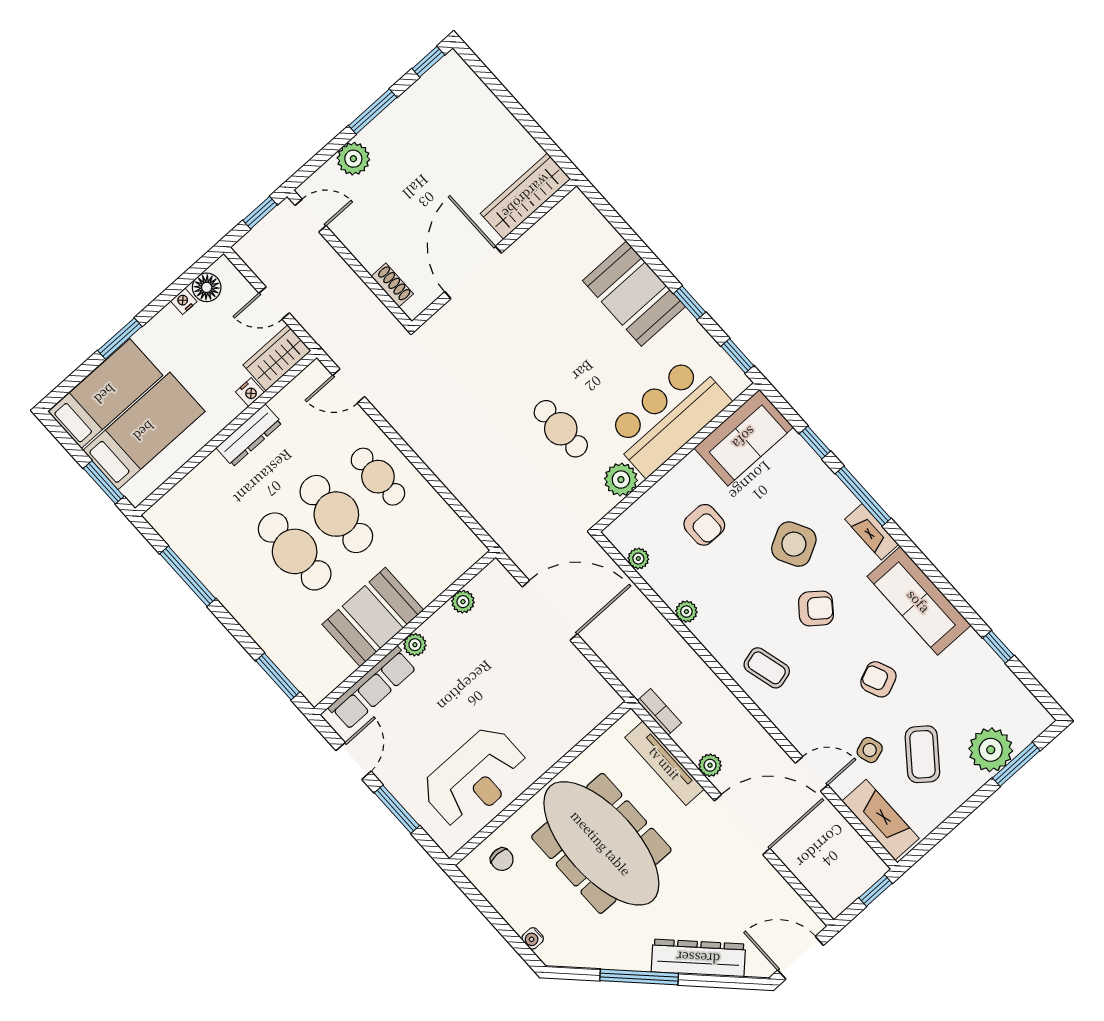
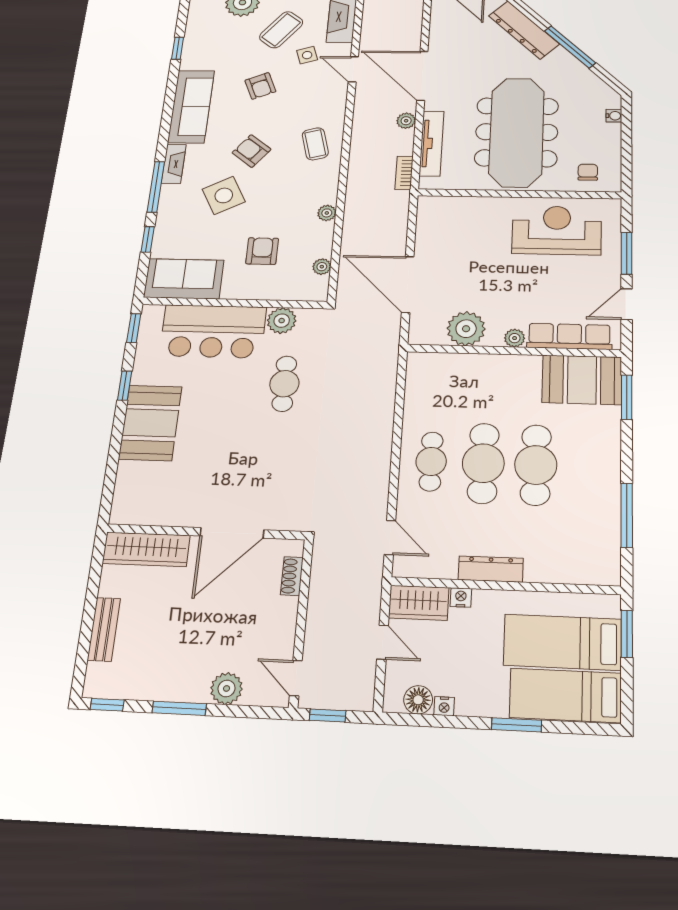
bench: (491, 109) -> (104, 629), added
plant: (463, 602) -> (466, 329), width x1.87, depth x1.87
booth: (373, 617) -> (582, 380), moved

